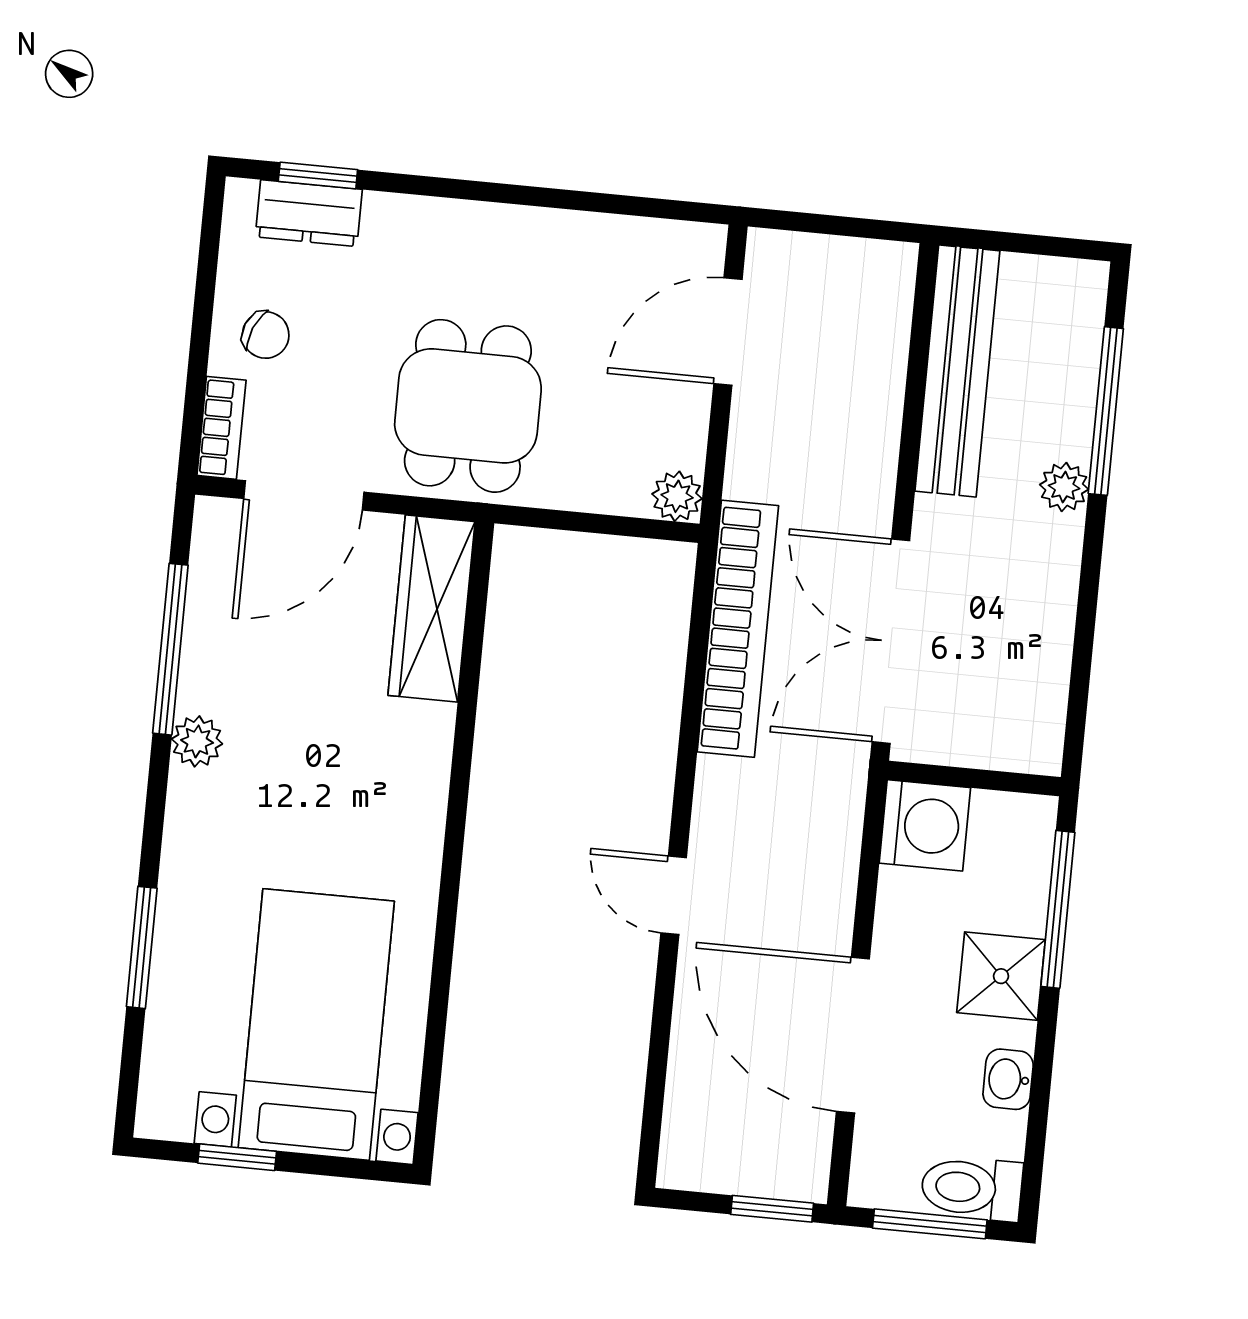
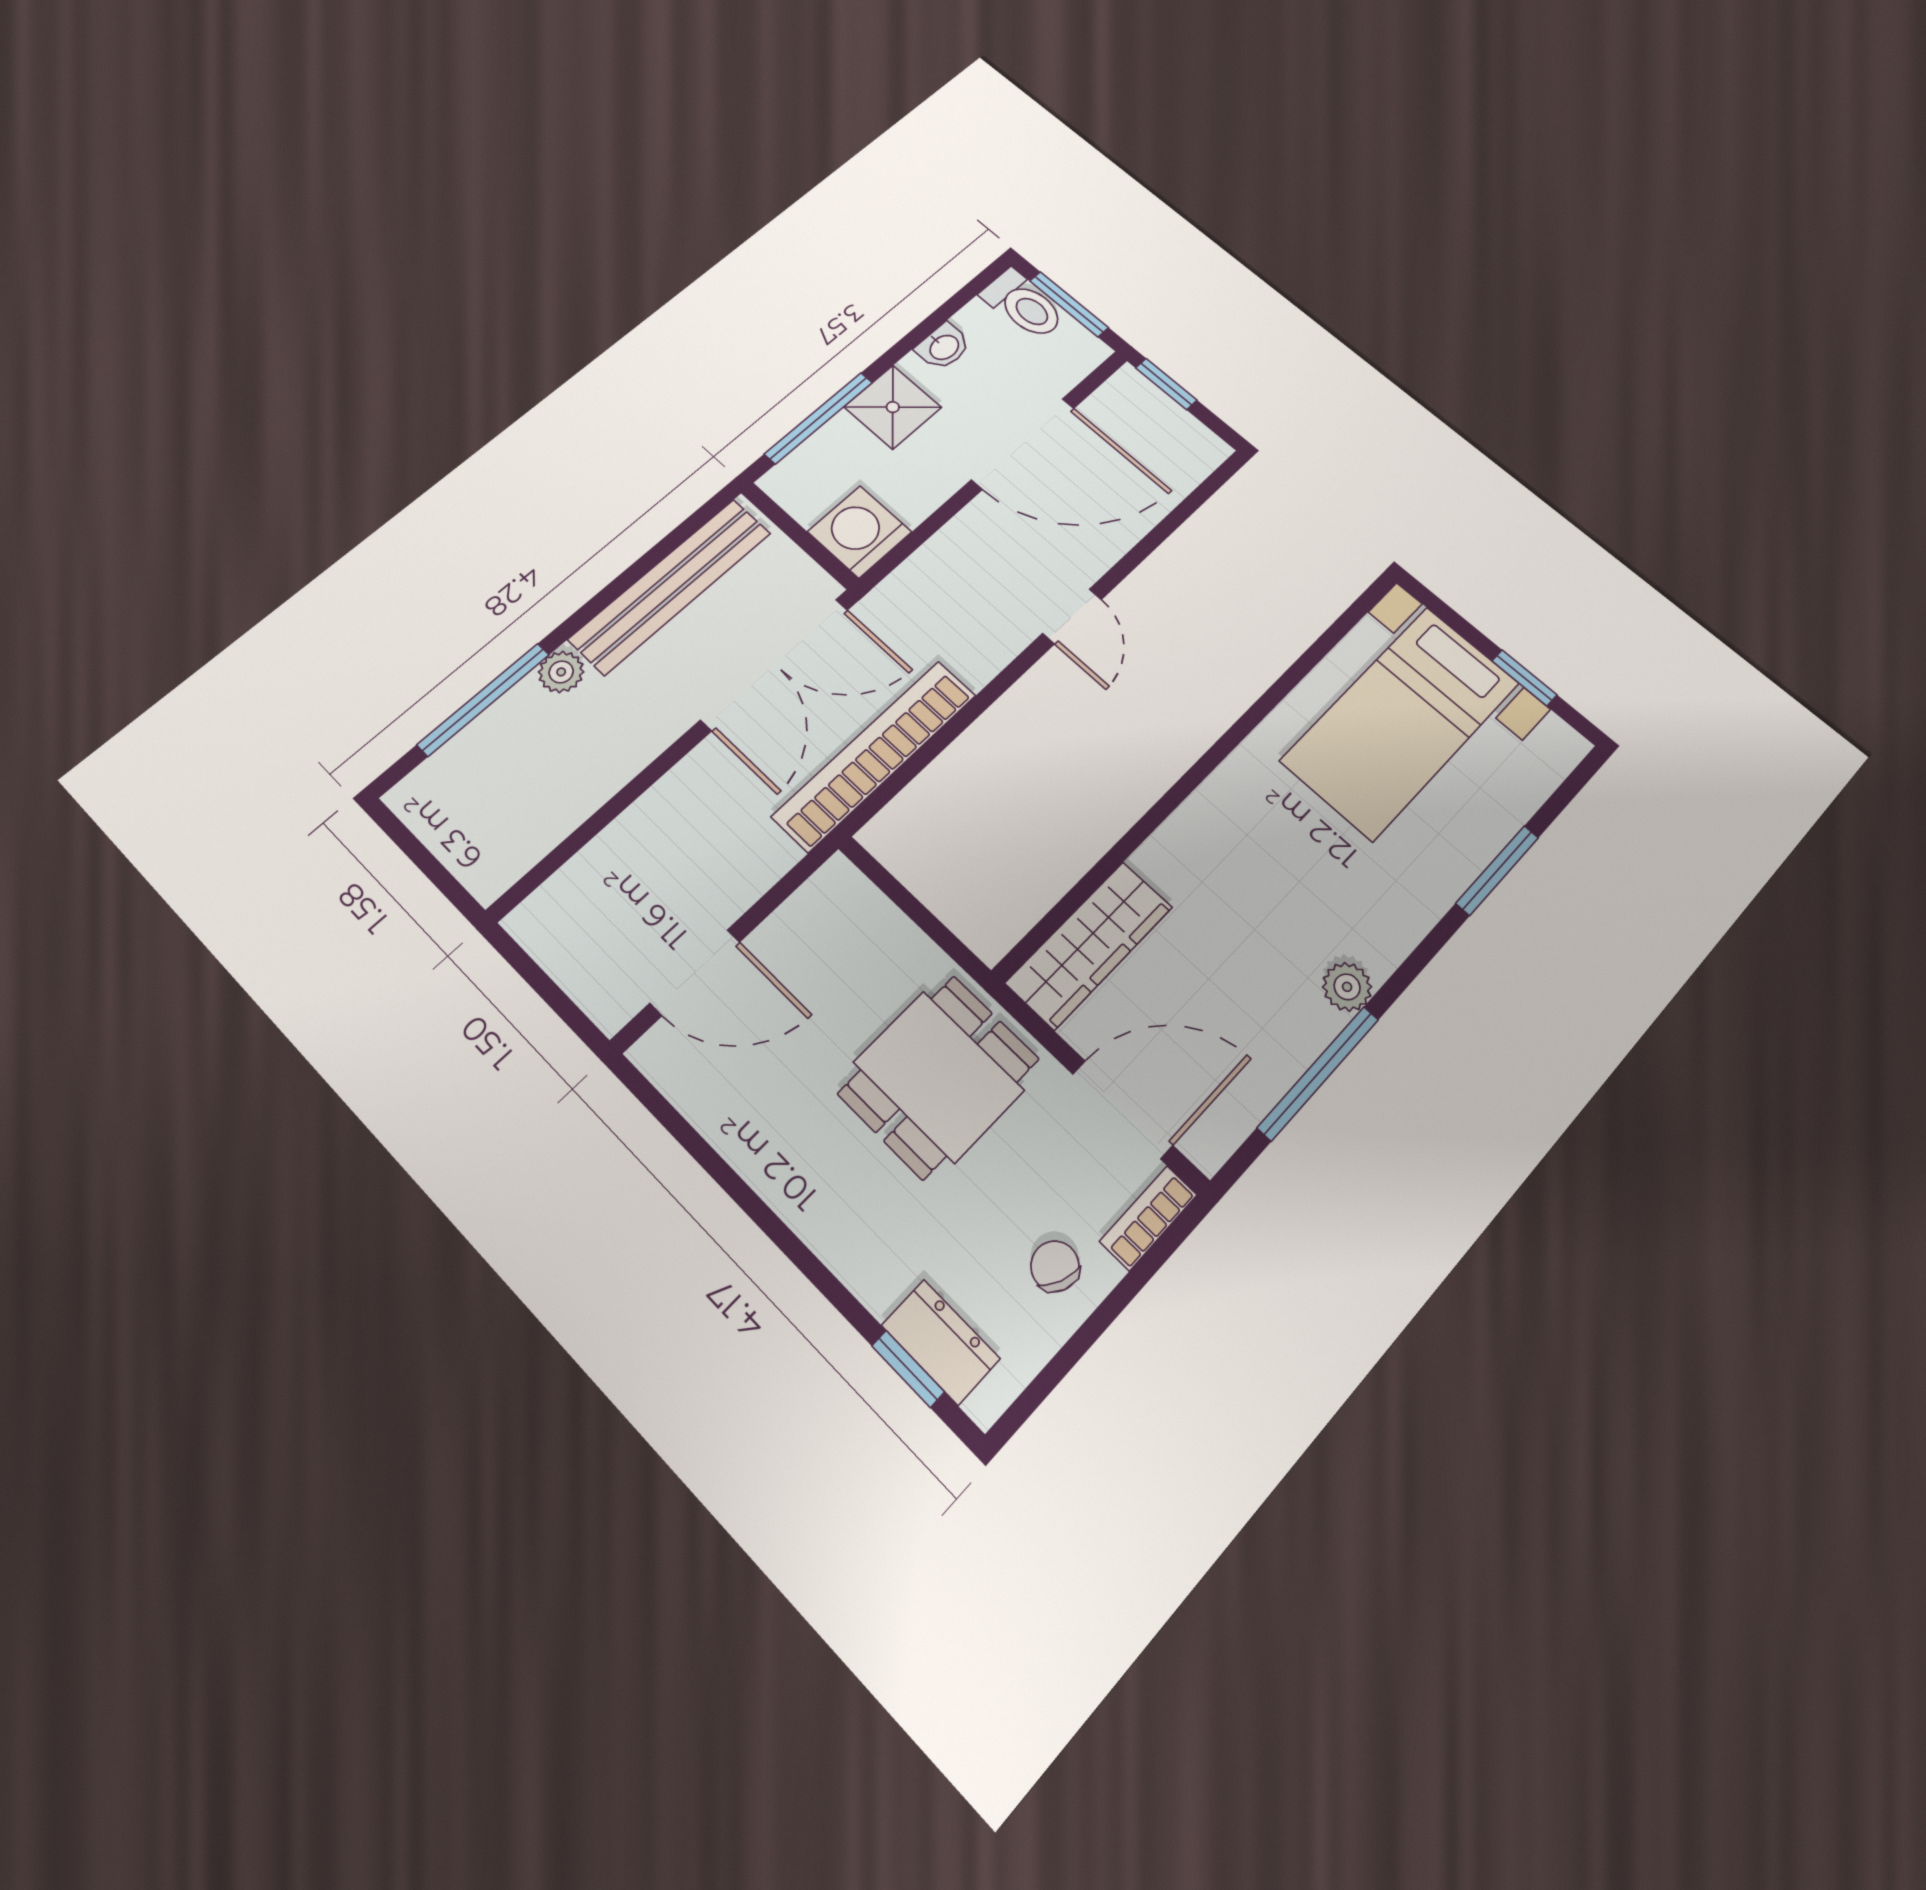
bench: (957, 371) -> (670, 586), moved
plant: (677, 496) -> (838, 882), removed
door: (853, 1035) -> (1023, 444), hinge flipped

